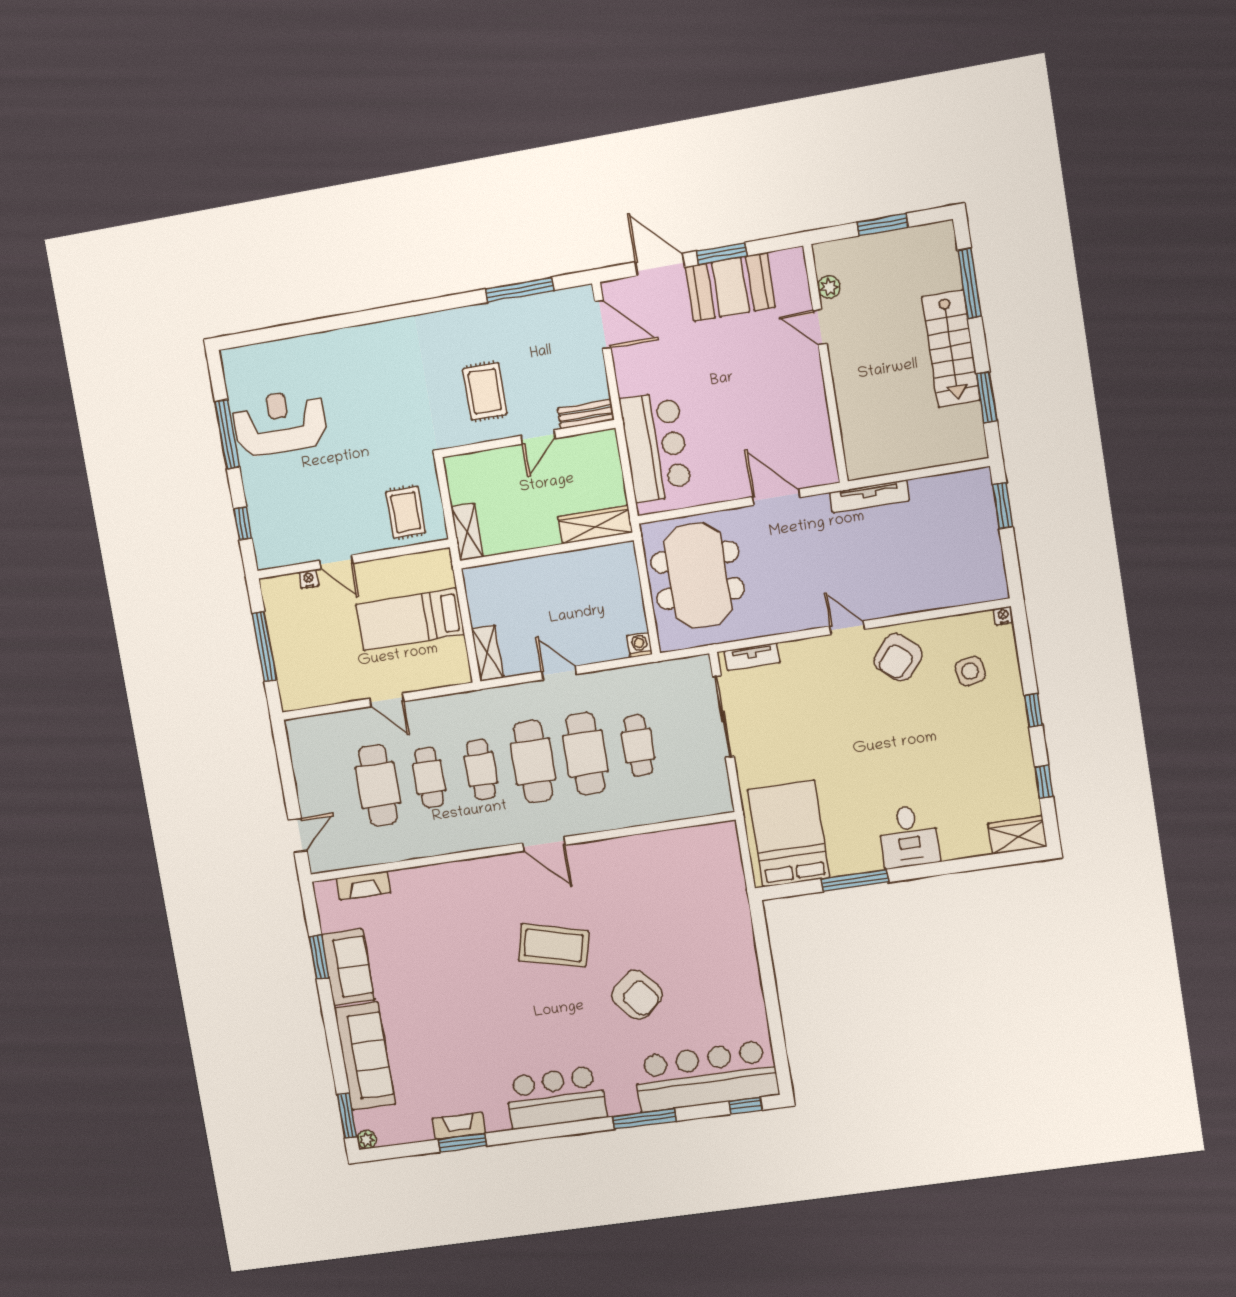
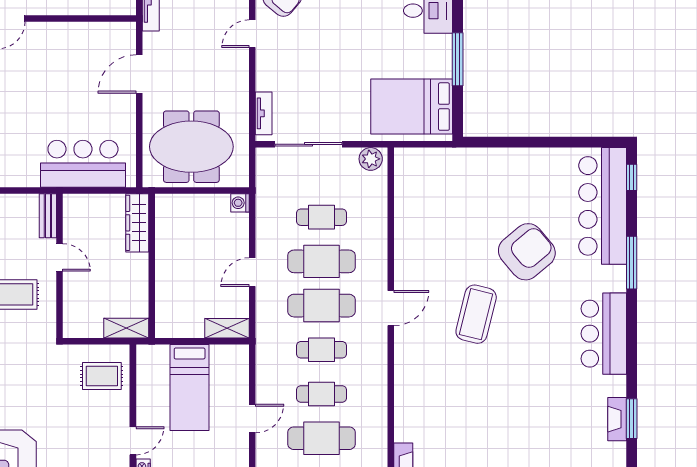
plant: (718, 794) -> (371, 159), added
armchair: (637, 995) -> (527, 252), width x1.36, depth x1.36

